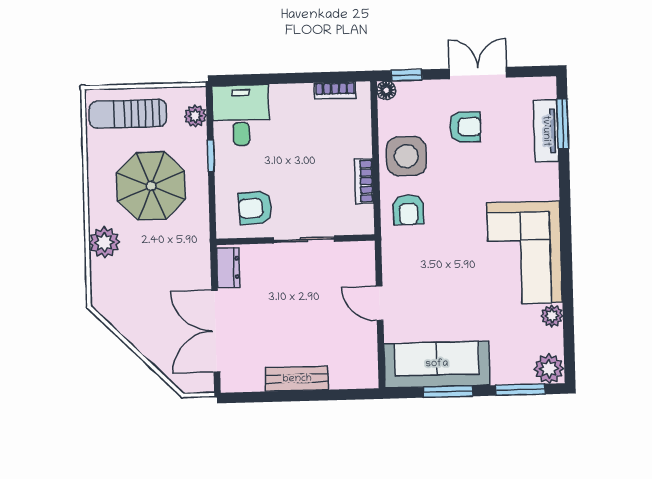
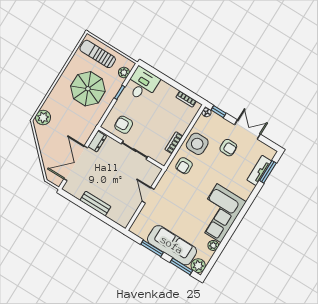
plant: (104, 242) -> (43, 117), moved
sofa: (437, 364) -> (172, 245), moved

